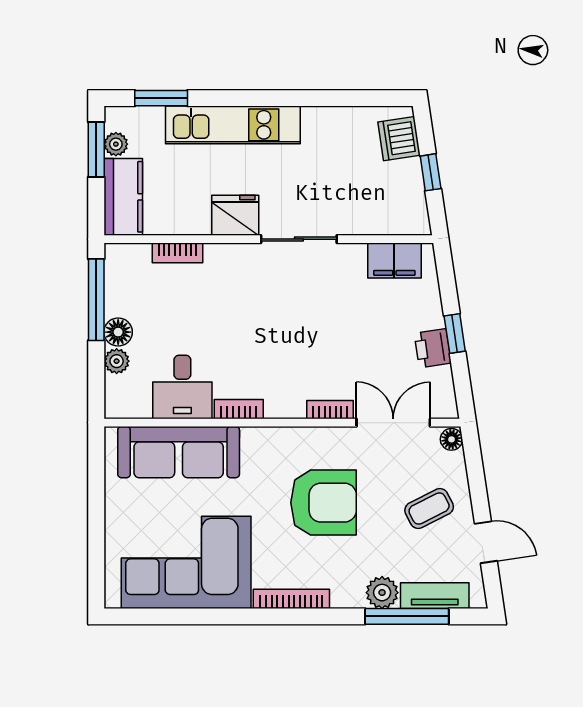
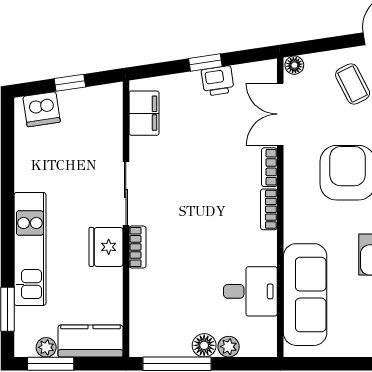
bookcase: (177, 253) -> (138, 247), moved
bookcase: (239, 409) -> (269, 209), moved

